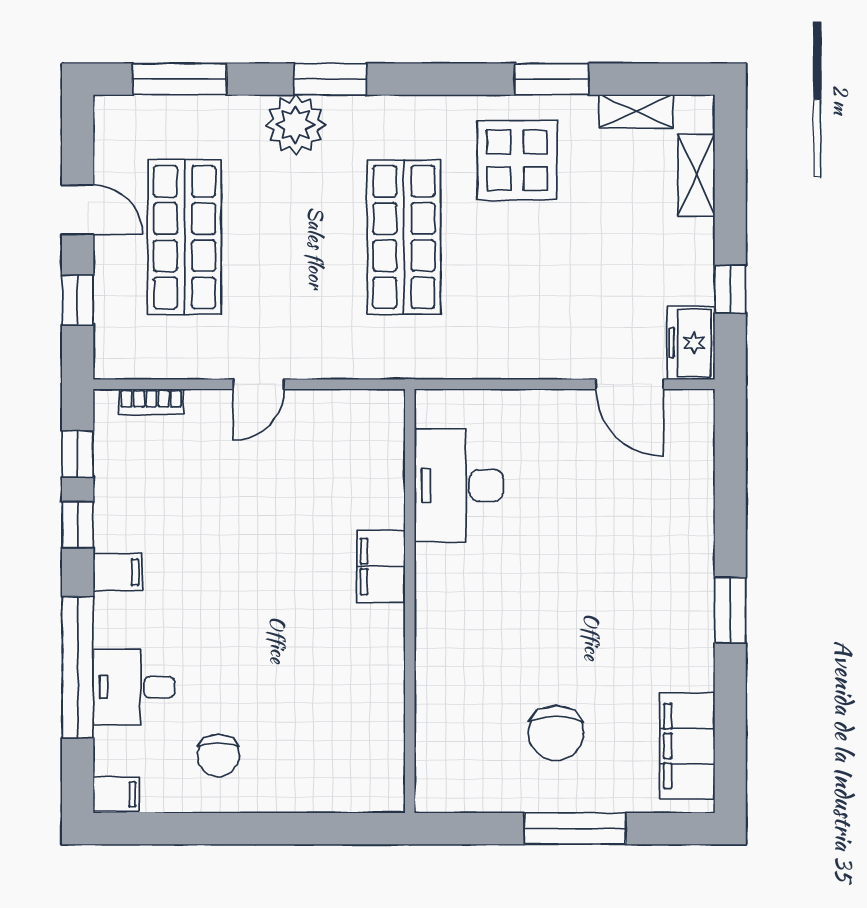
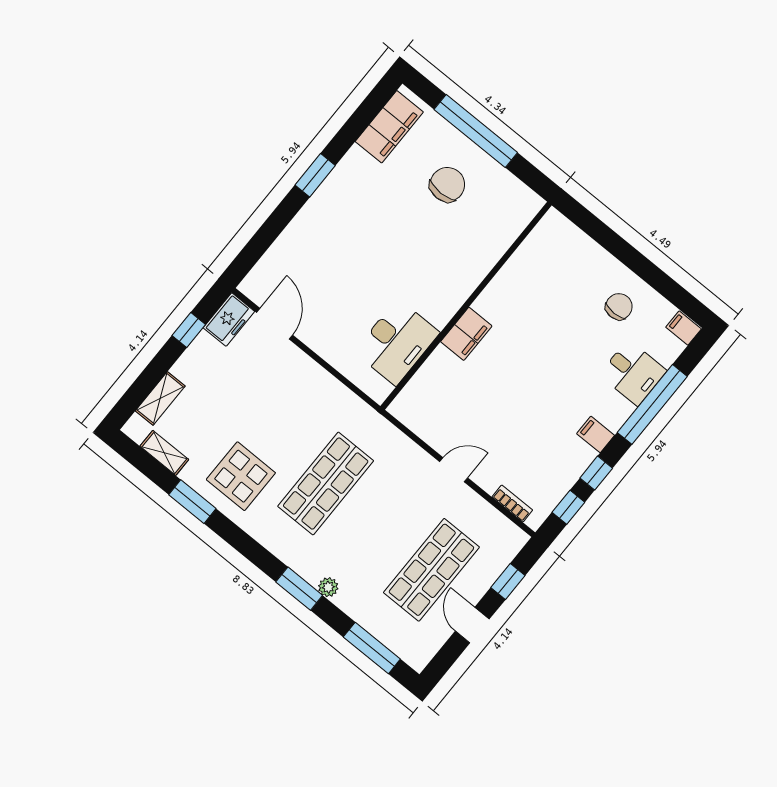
plant: (295, 125) -> (328, 587), width x0.53, depth x0.53
window: (575, 829) -> (476, 131), width x1.46

